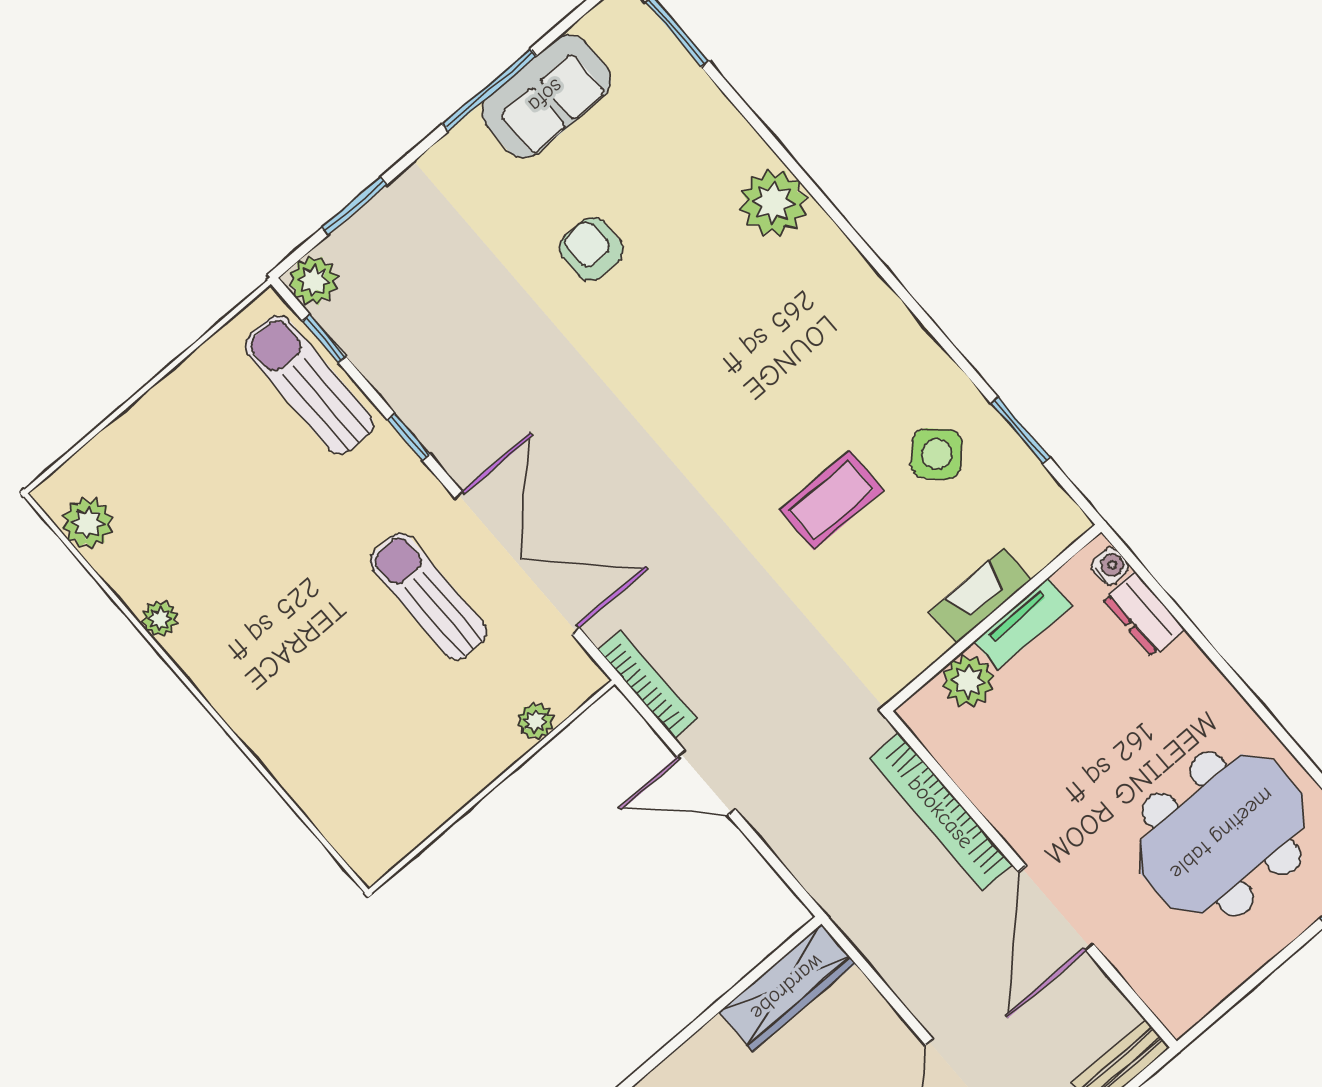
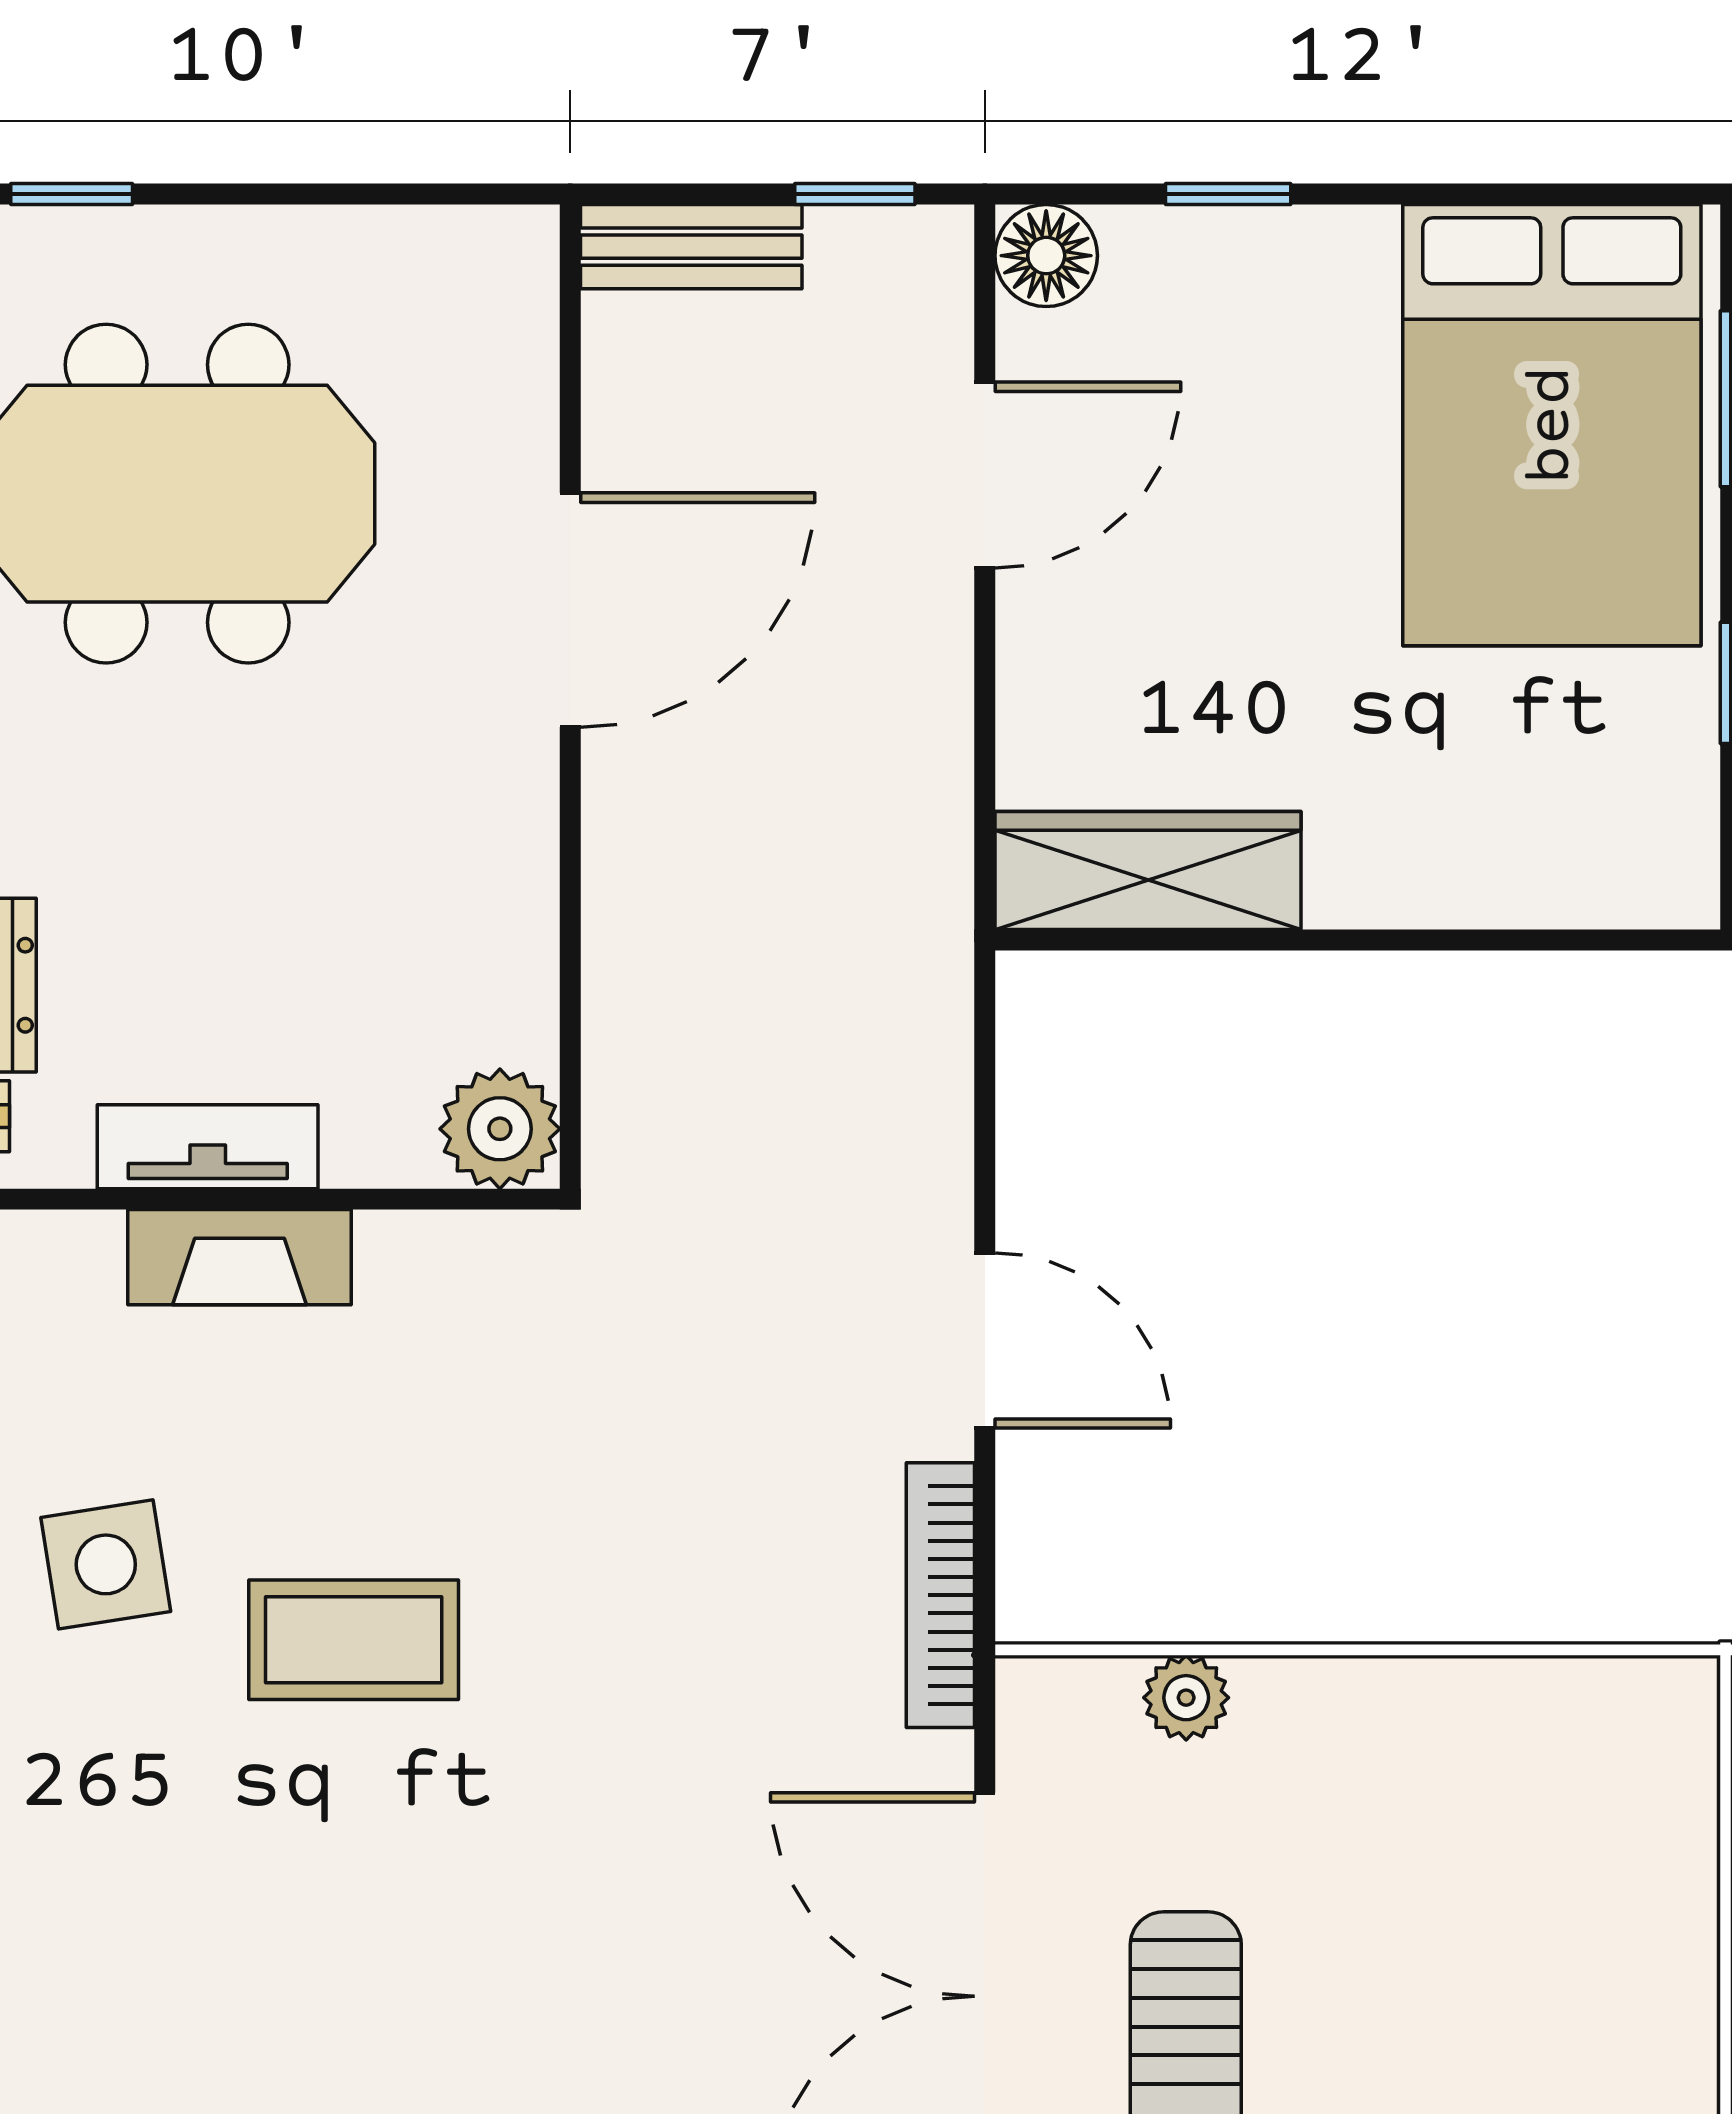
side table: (937, 454) -> (106, 1564), turned 37
plant: (968, 681) -> (500, 1129), moved
bookcase: (941, 812) -> (625, 946), removed

